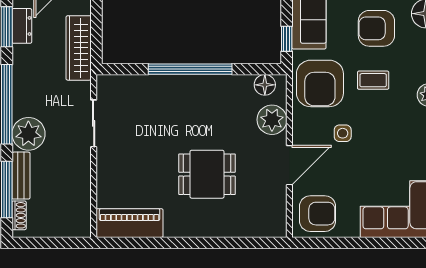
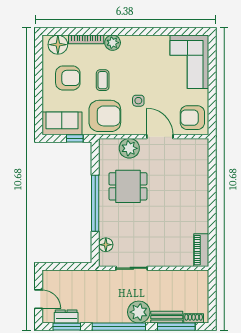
armchair: (376, 28) -> (68, 78), turned -90
wardrobe: (79, 48) -> (81, 278), removed
floor lamp: (265, 85) -> (106, 245), moved
dining table: (207, 174) -> (128, 186), moved, turned 90
armchair: (318, 214) -> (192, 118), turned -90
piano: (130, 223) -> (201, 250), width x0.73, depth x0.75

